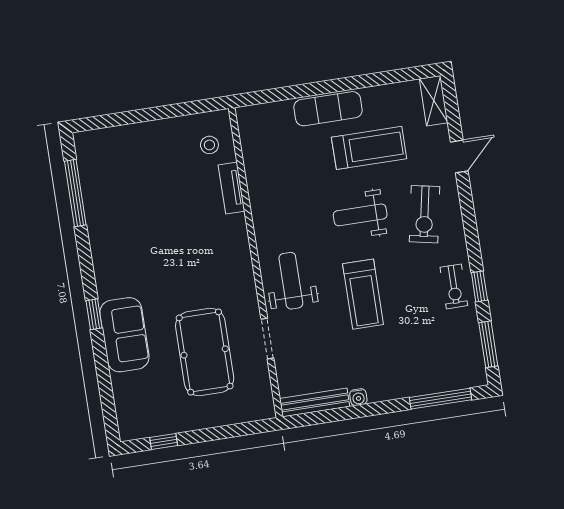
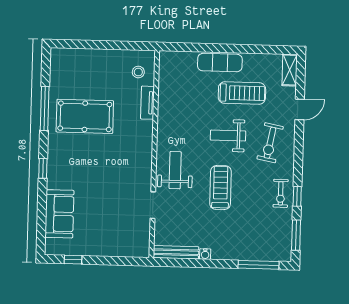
window: (75, 193) -> (45, 108), moved
treadmill: (363, 294) -> (220, 188), turned 180
sofa: (124, 335) -> (59, 214), moved
pool table: (205, 352) -> (85, 116), moved, turned 90

